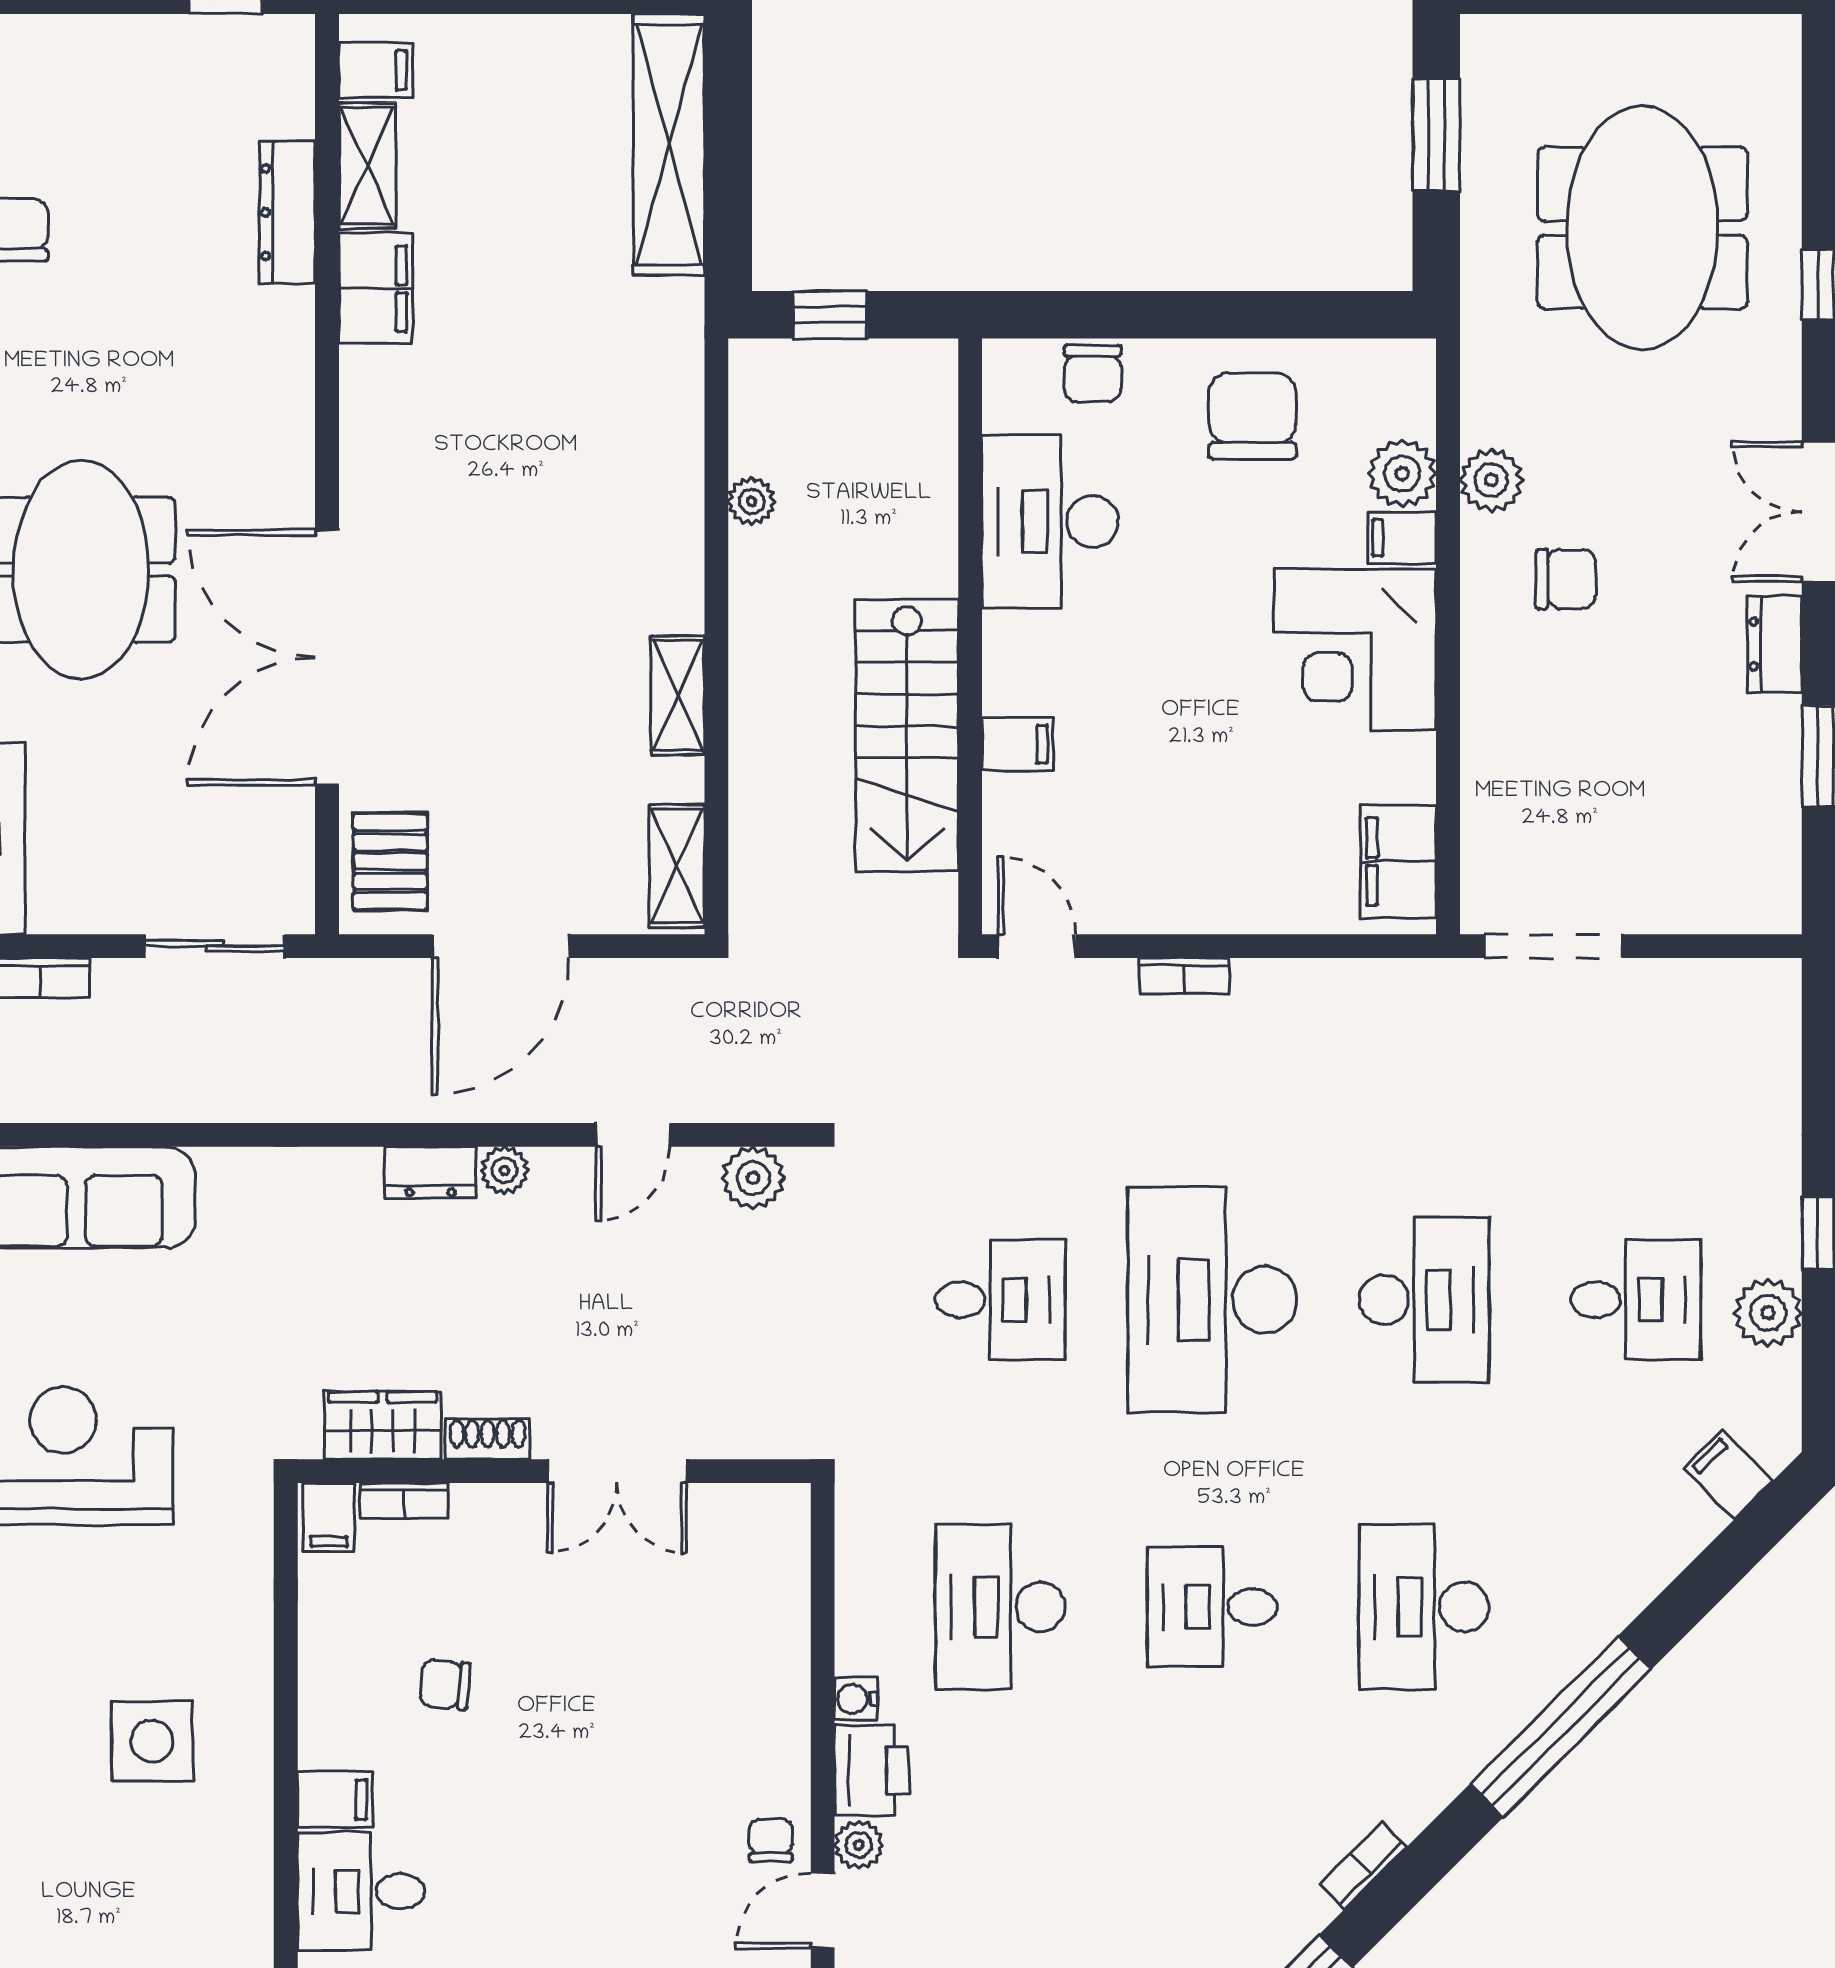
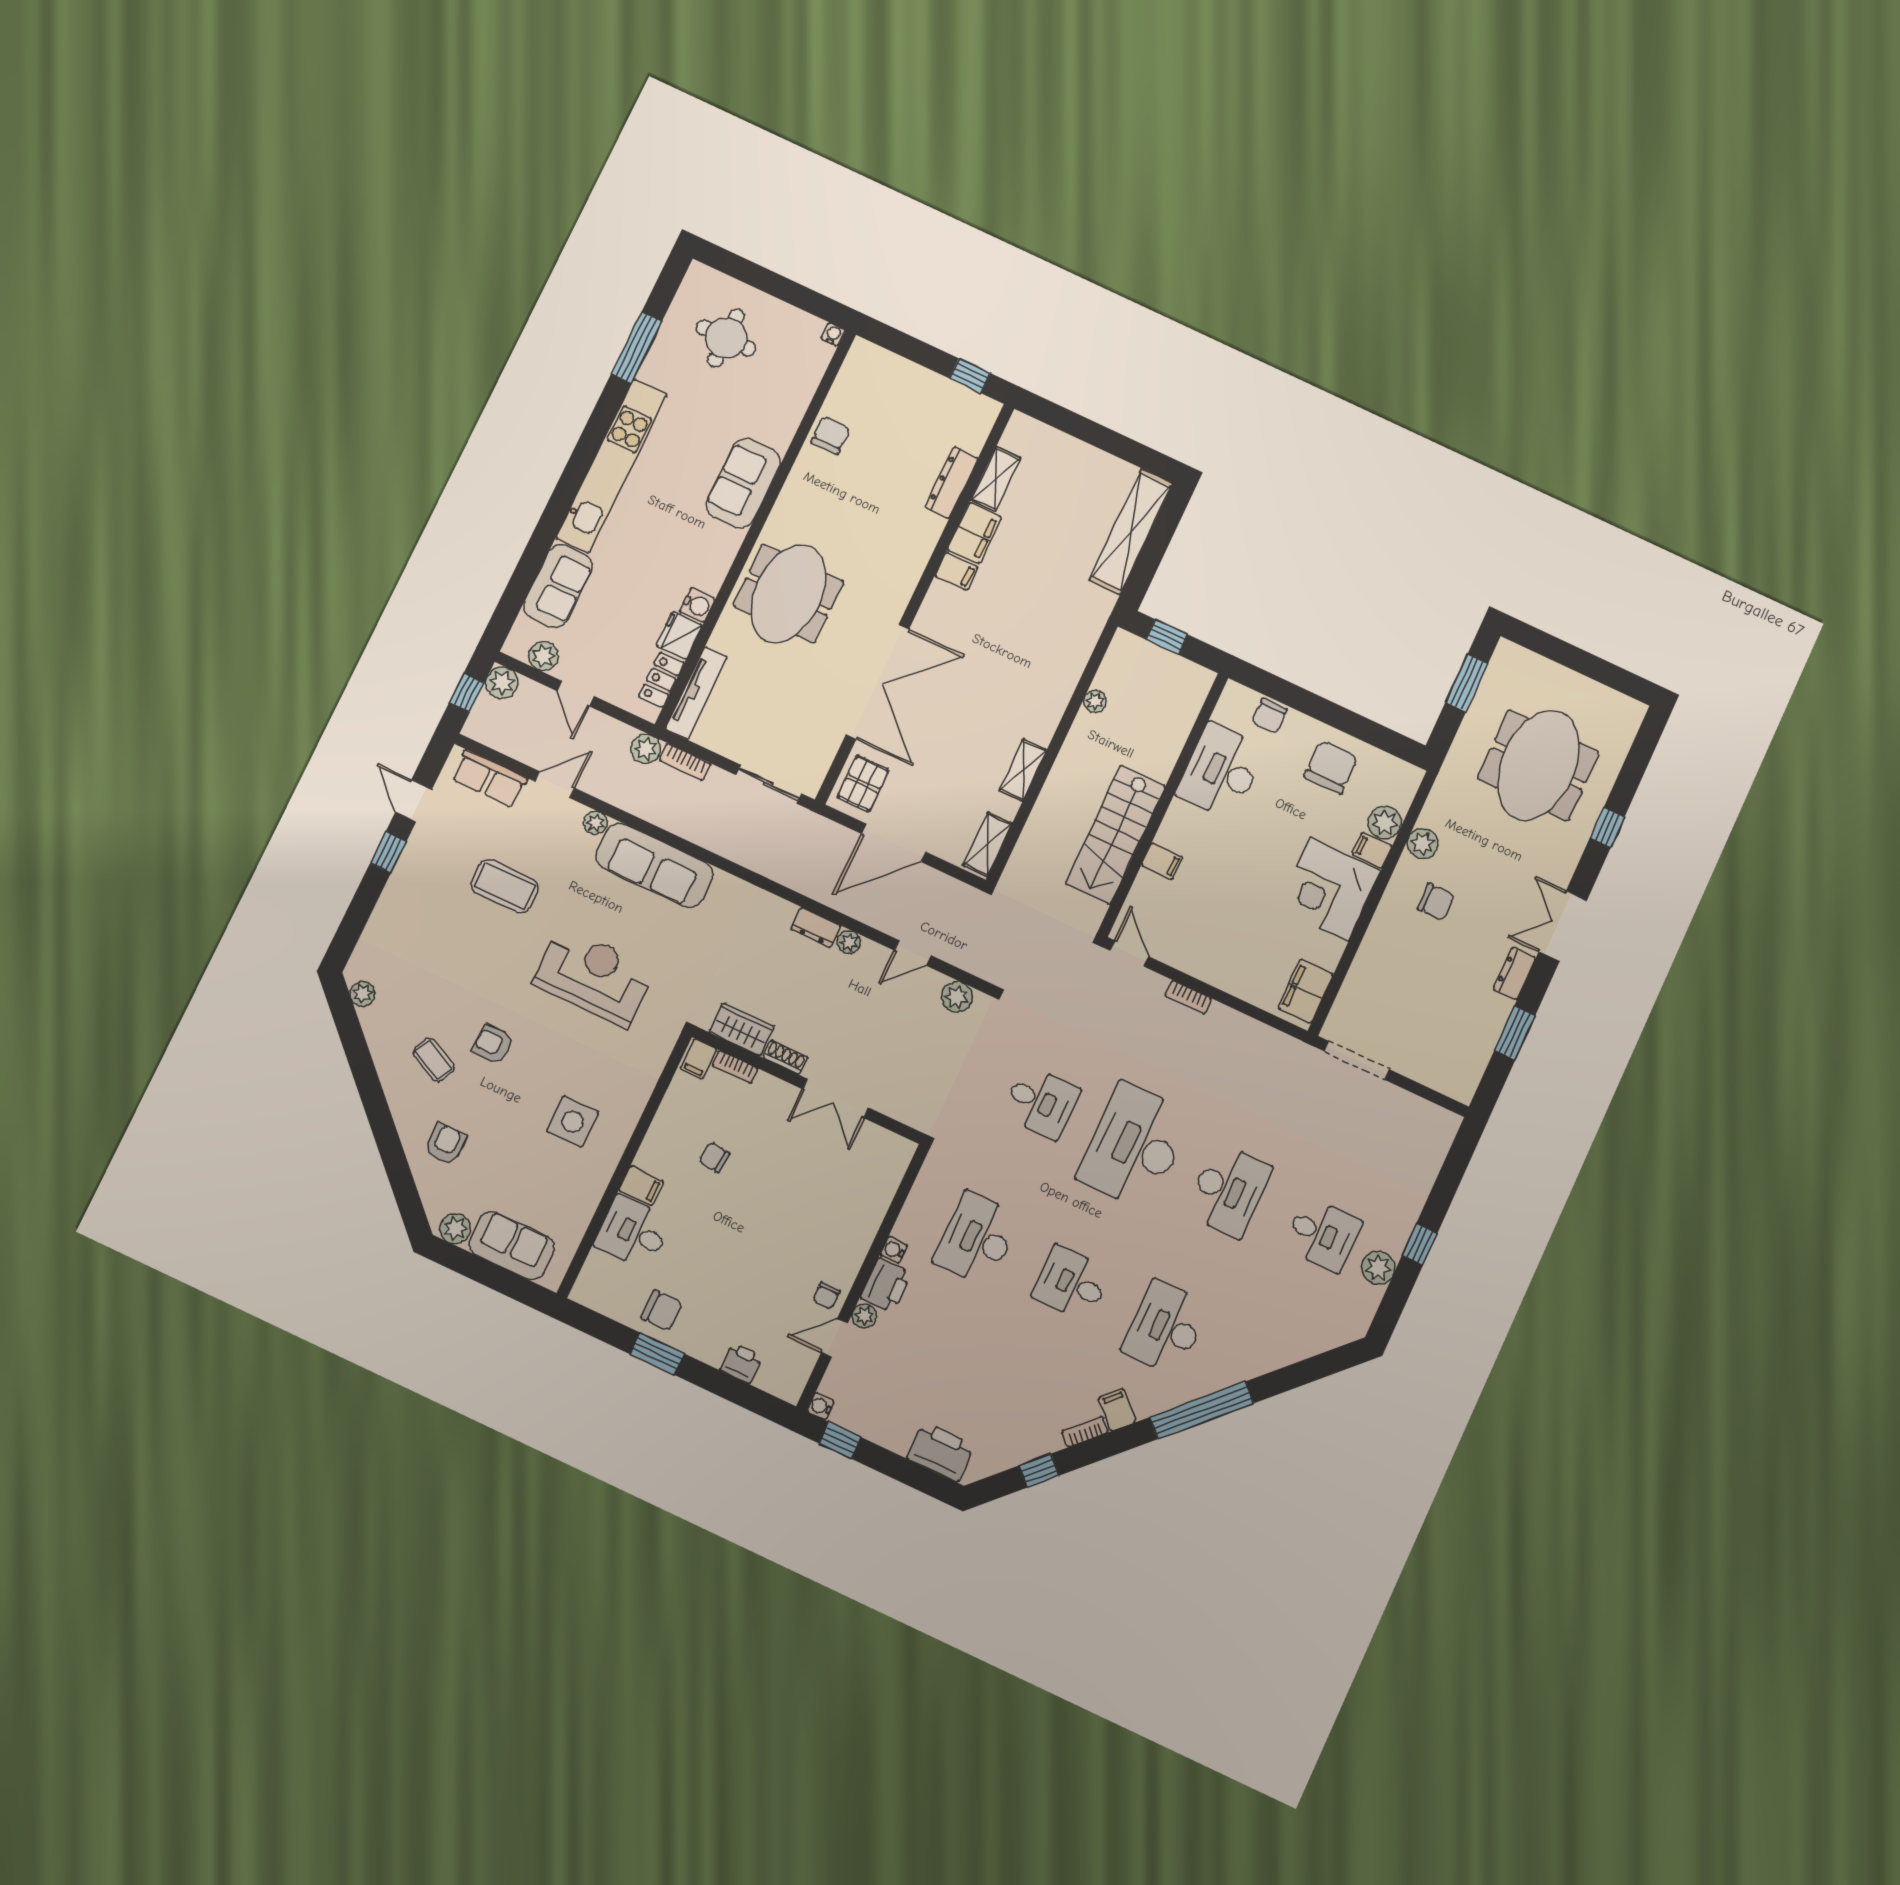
filing cabinet: (376, 70) -> (956, 571), moved
double door: (327, 658) -> (877, 682), swing flipped
filing cabinet: (1728, 1474) -> (1117, 1410), moved
chair: (771, 1840) -> (826, 1296), turned 180

